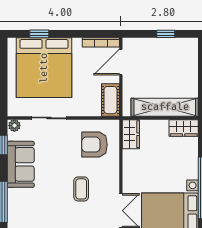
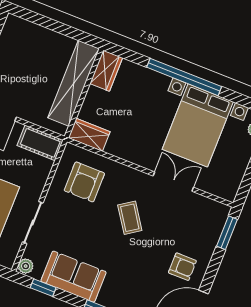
coffee table: (81, 189) -> (130, 218), turned 56

